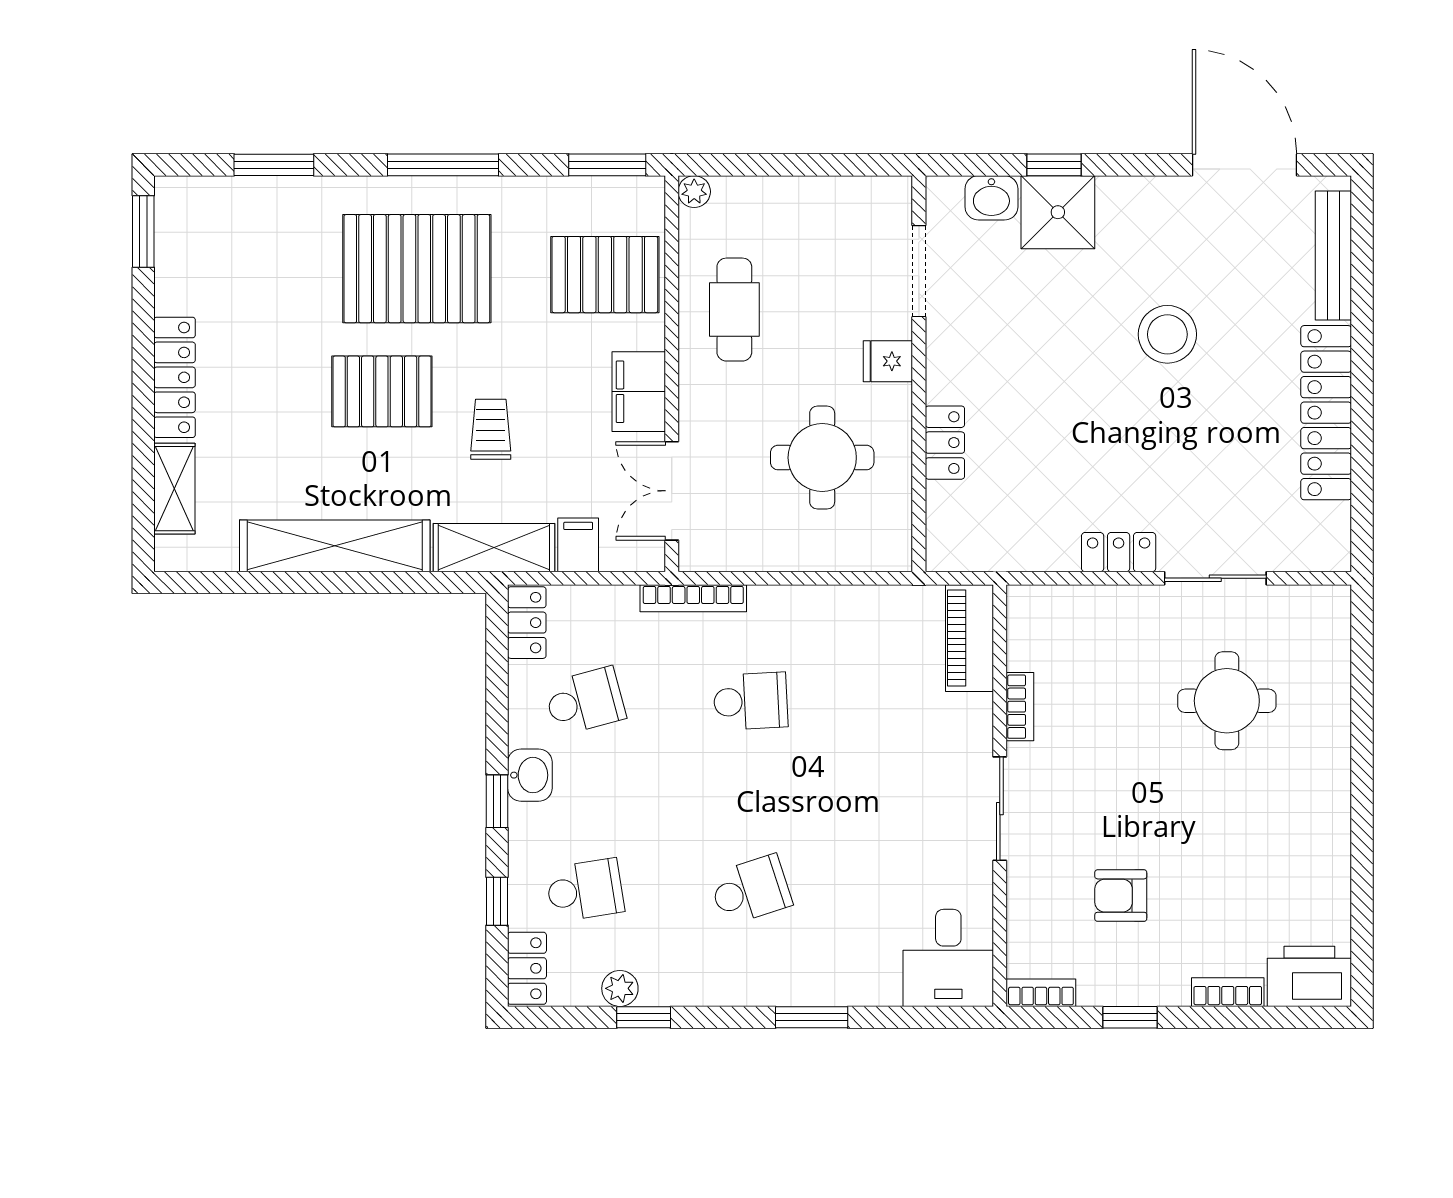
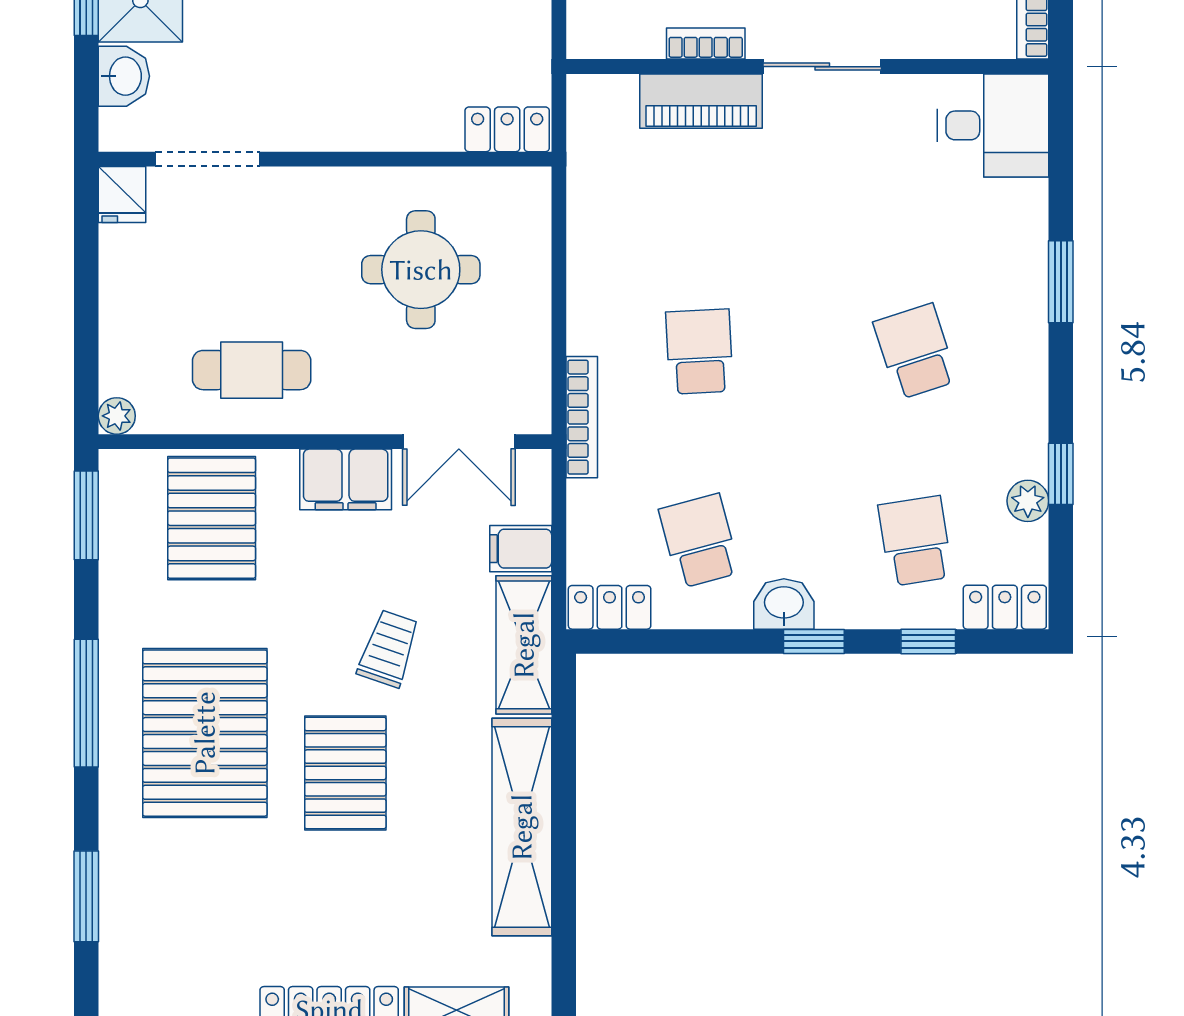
fridge: (888, 361) -> (122, 195), moved
trolley: (491, 429) -> (389, 649), turned 109
locker: (945, 443) -> (507, 129), moved
piano: (970, 638) -> (701, 101), moved

